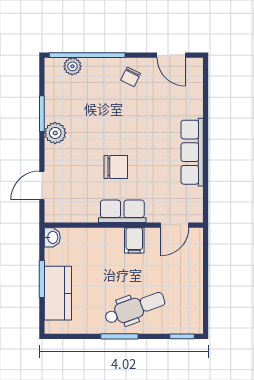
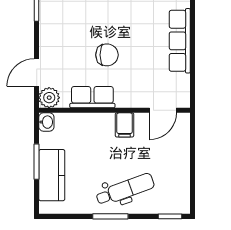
plant: (55, 133) -> (49, 98), moved
row of seats: (122, 211) -> (92, 97), moved

